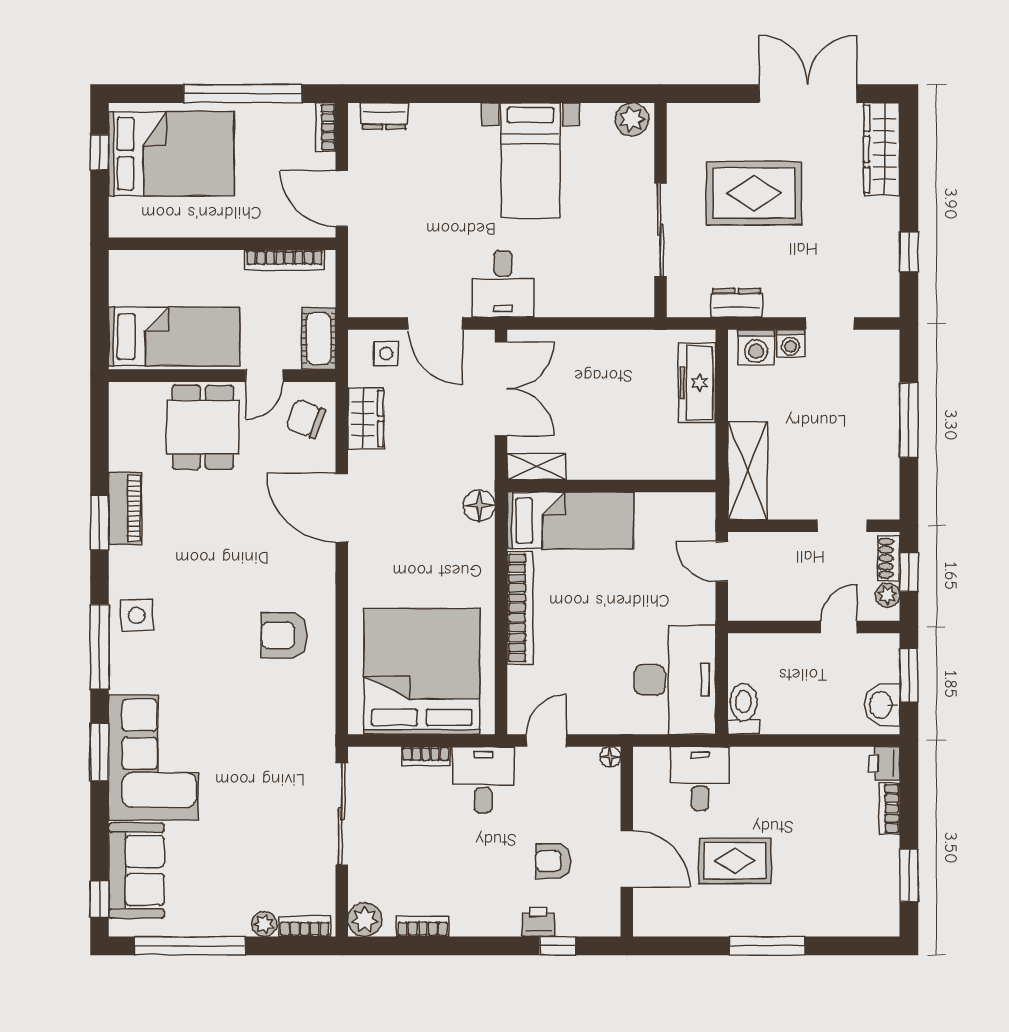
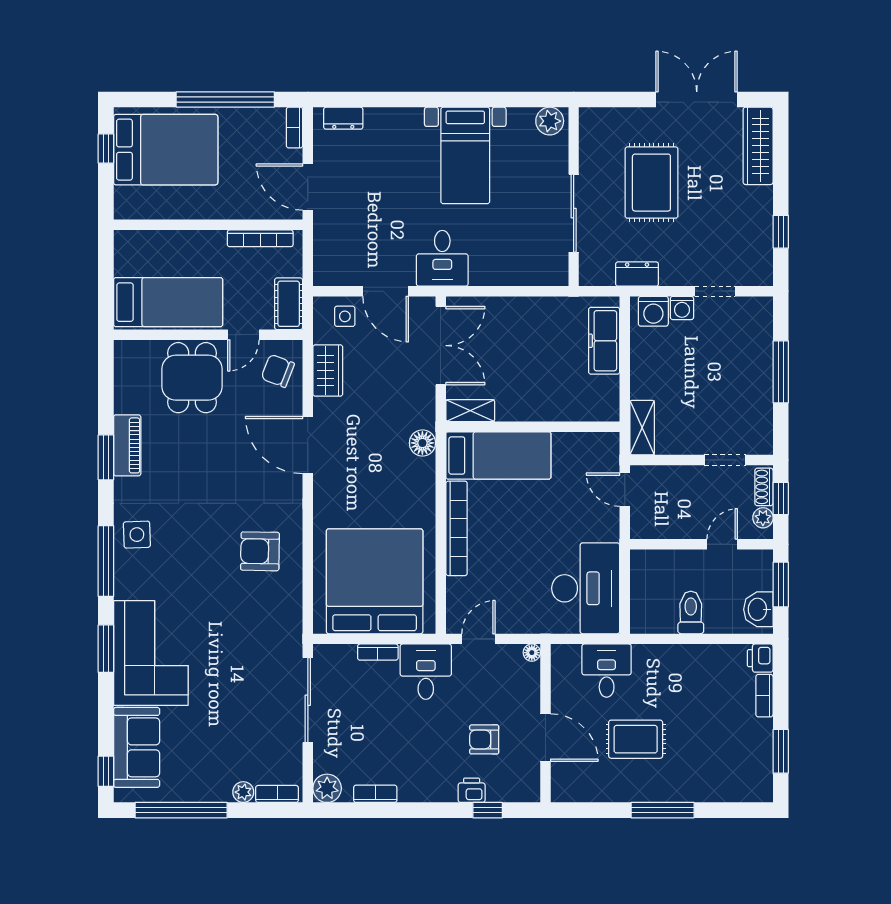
rug: (754, 193) -> (651, 183), turned 90
shelving: (748, 471) -> (642, 428), width x0.67, depth x0.75
toilet: (743, 709) -> (691, 612), moved

